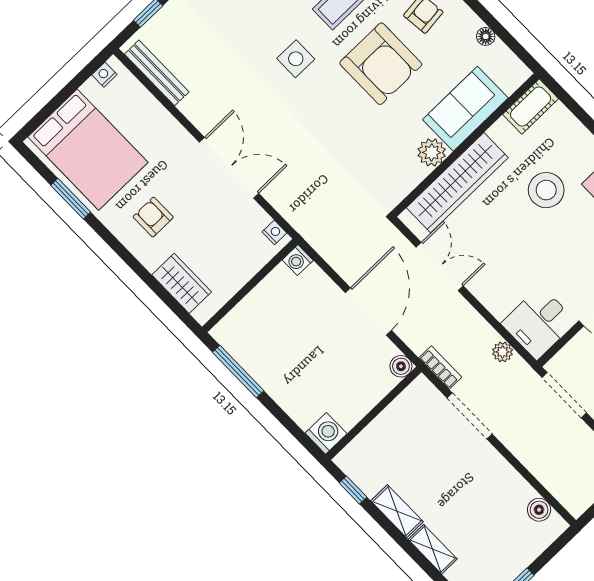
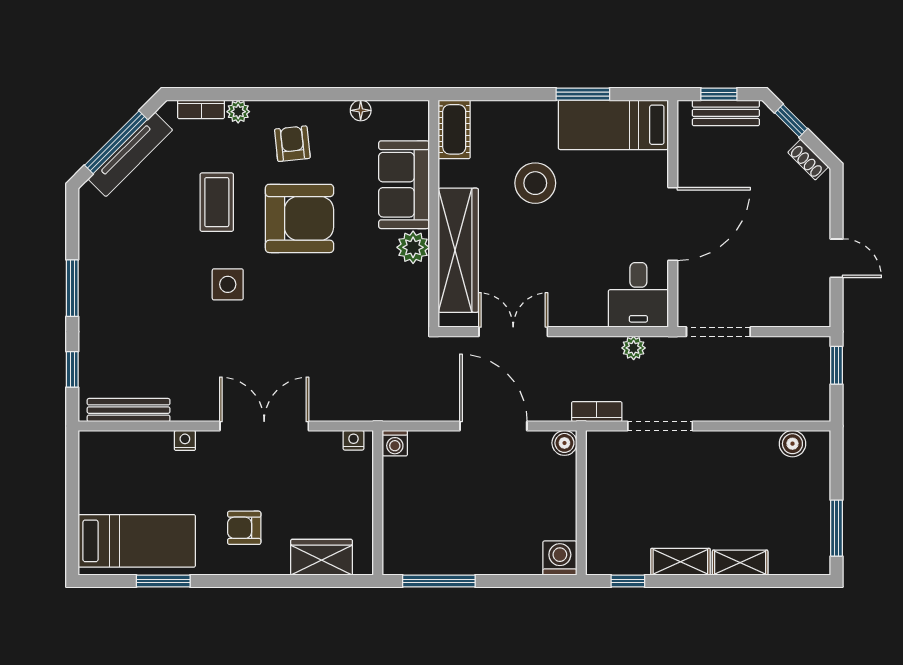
nightstand: (104, 75) -> (185, 440), moved, turned 90
bed: (88, 150) -> (137, 541), width x0.67

